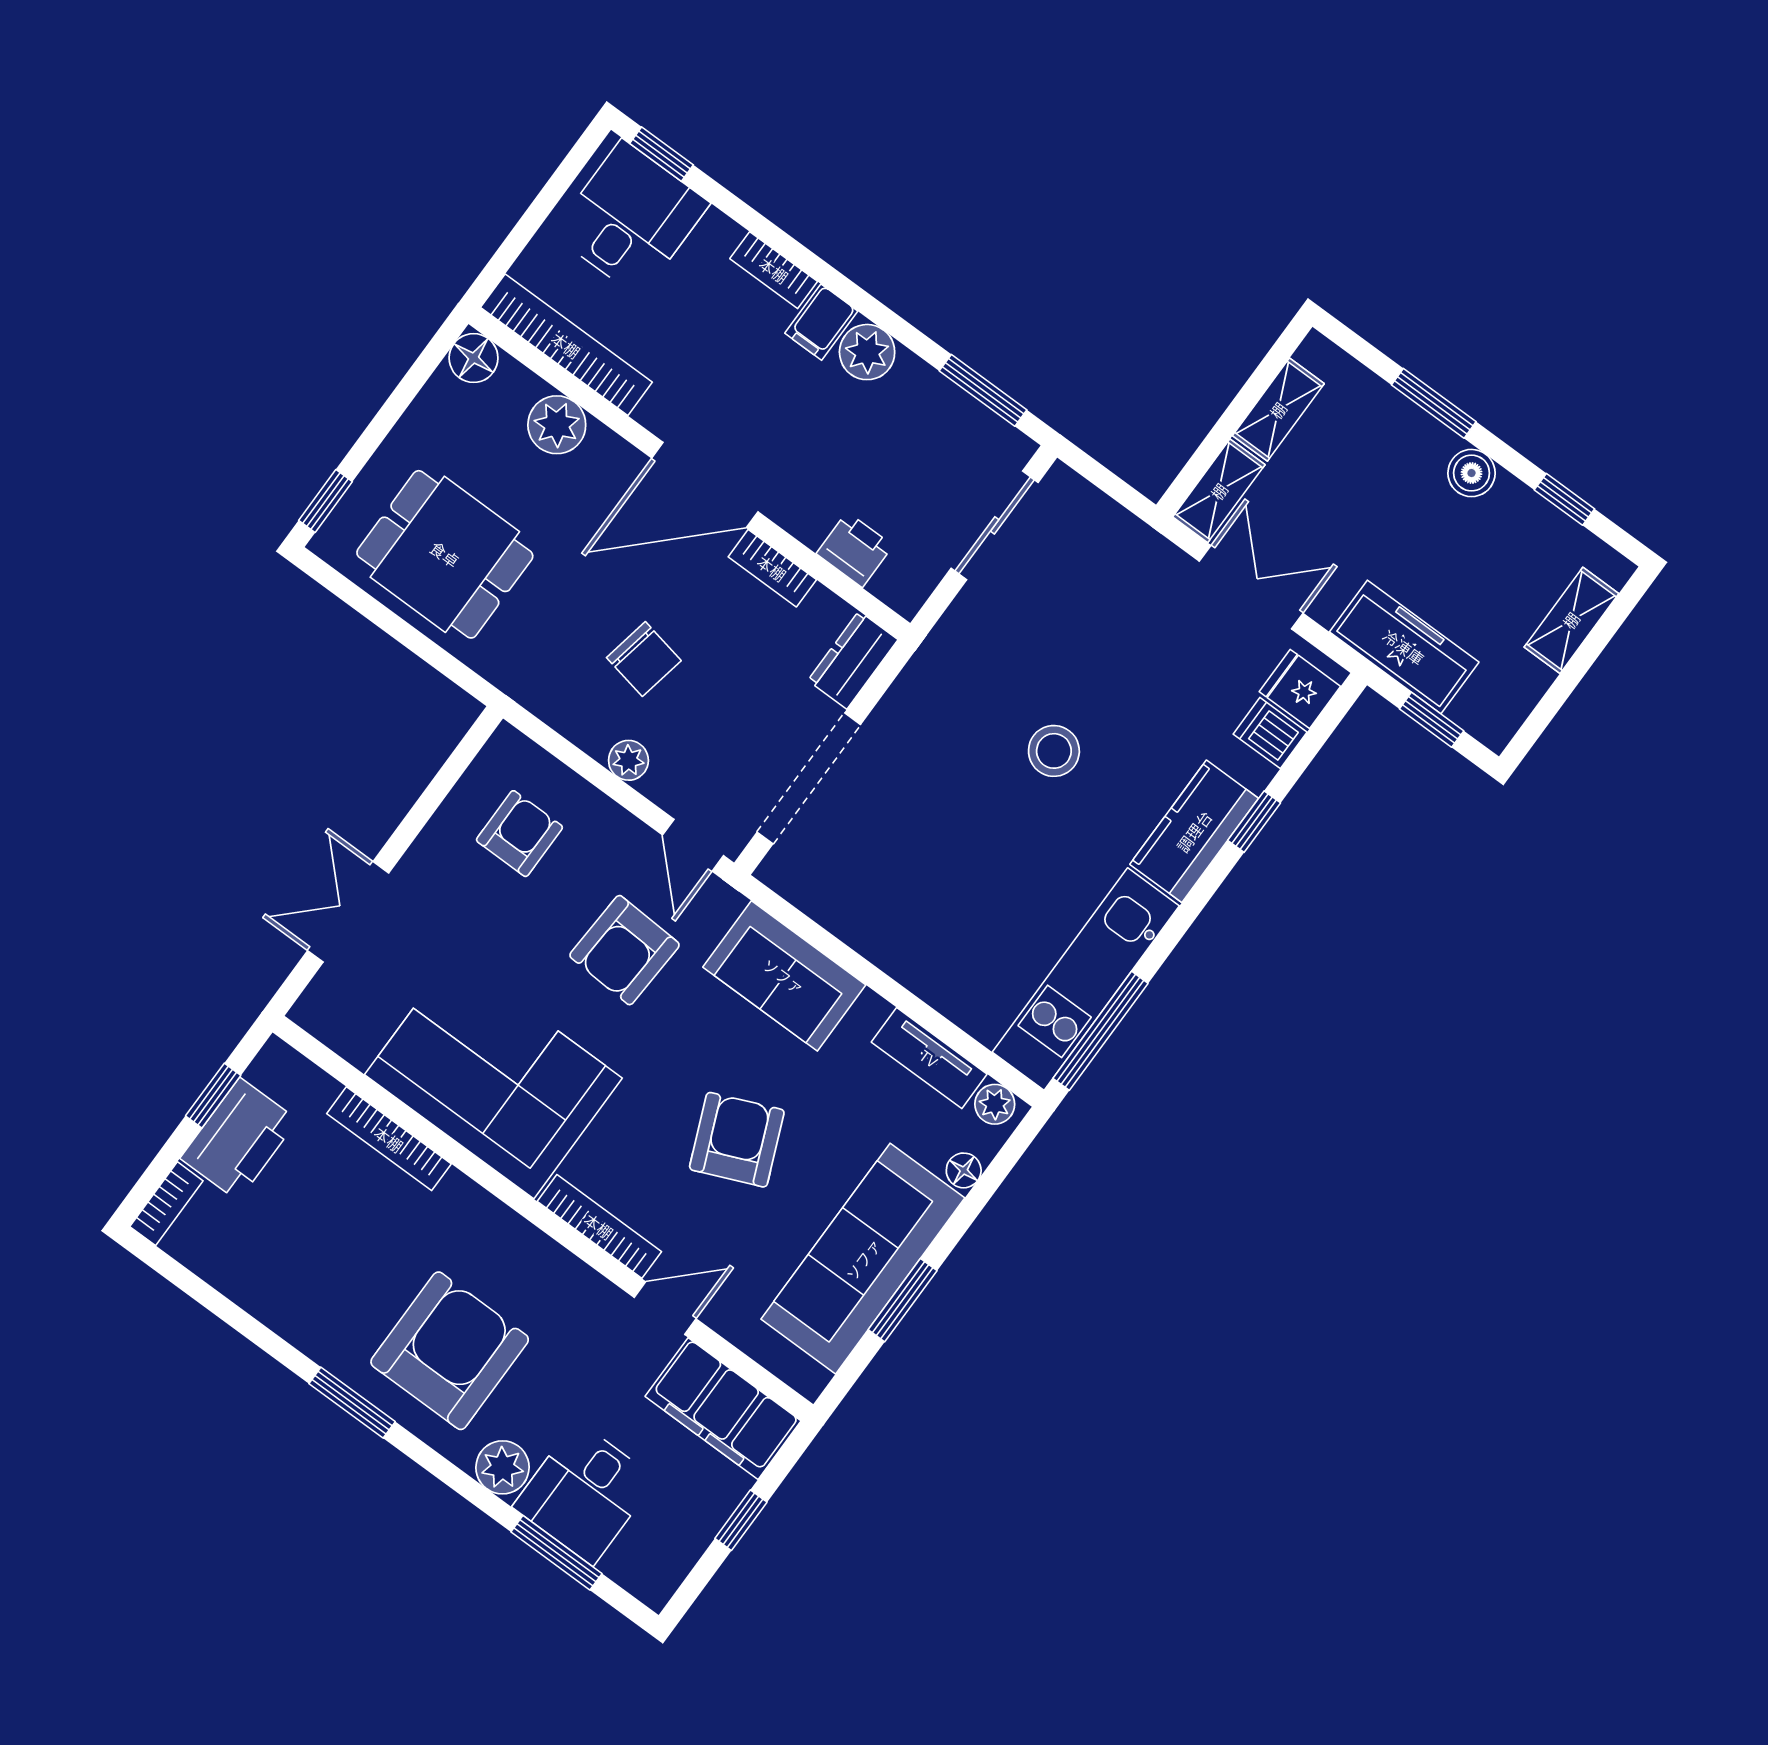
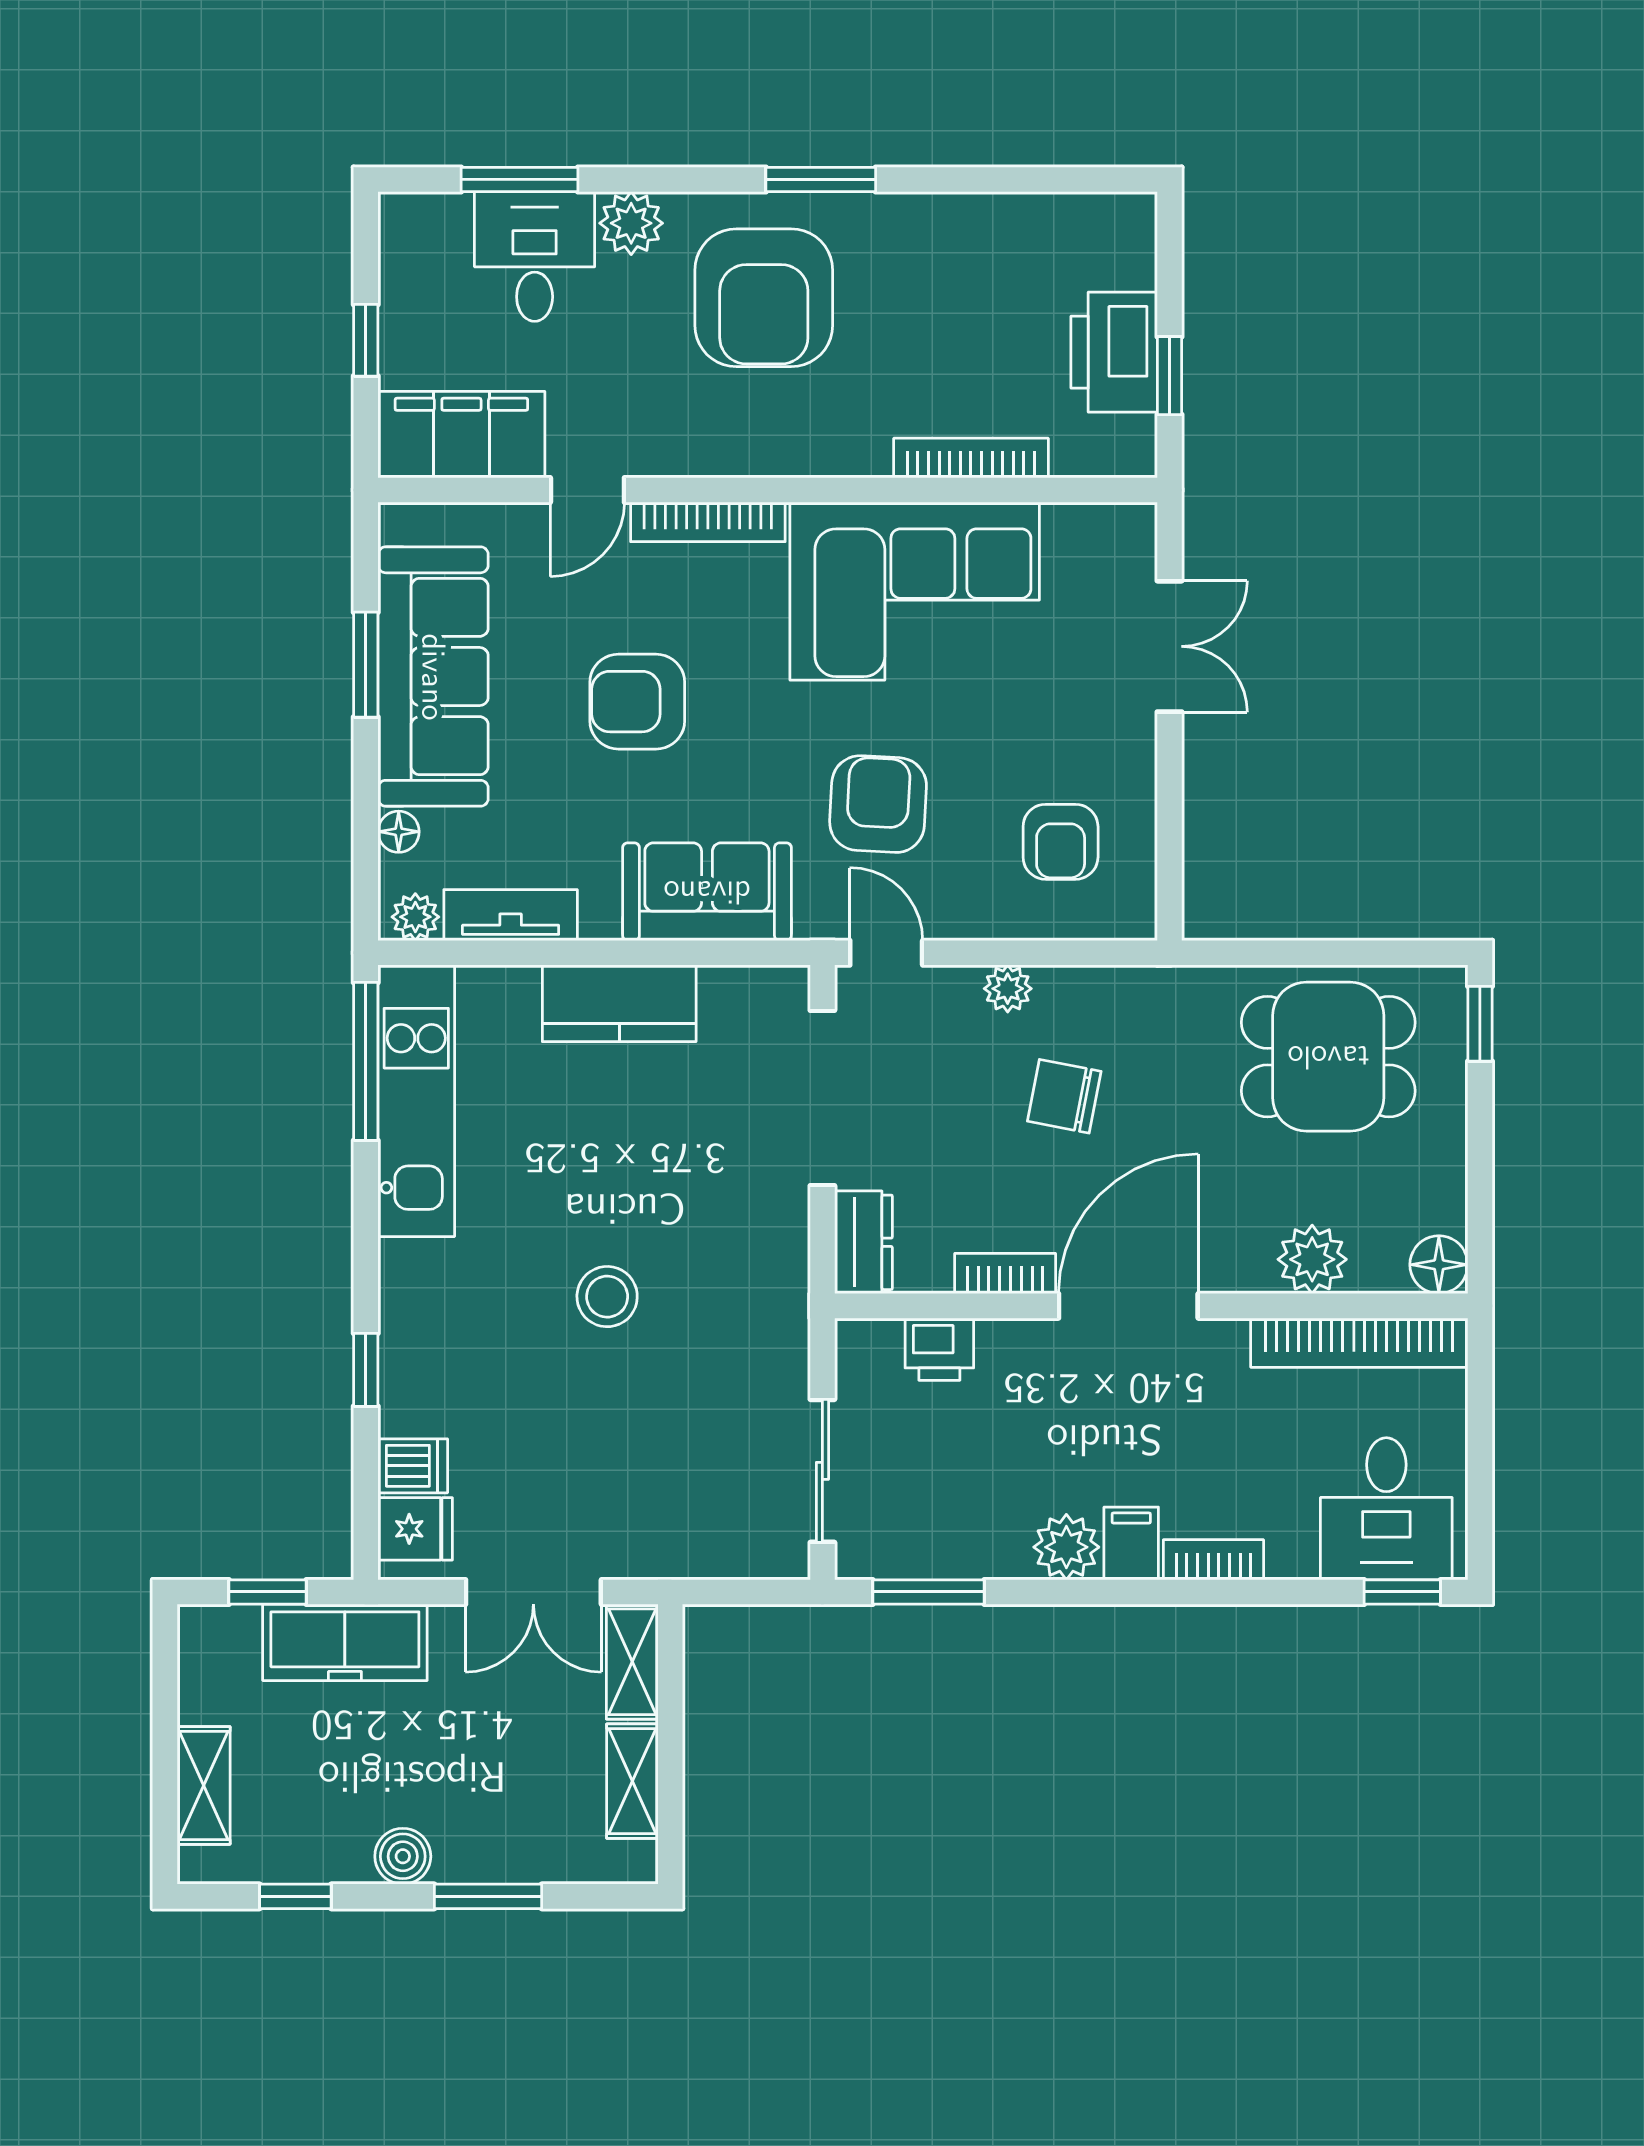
kitchen counter: (1194, 831) -> (619, 1003), moved, turned 90
armchair: (737, 1140) -> (637, 702), turned 113
bookcase: (166, 1204) -> (1138, 239), removed

